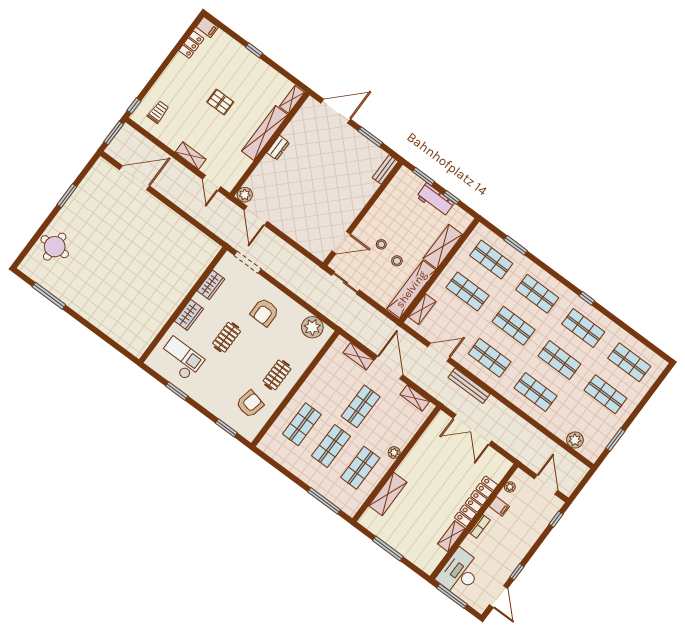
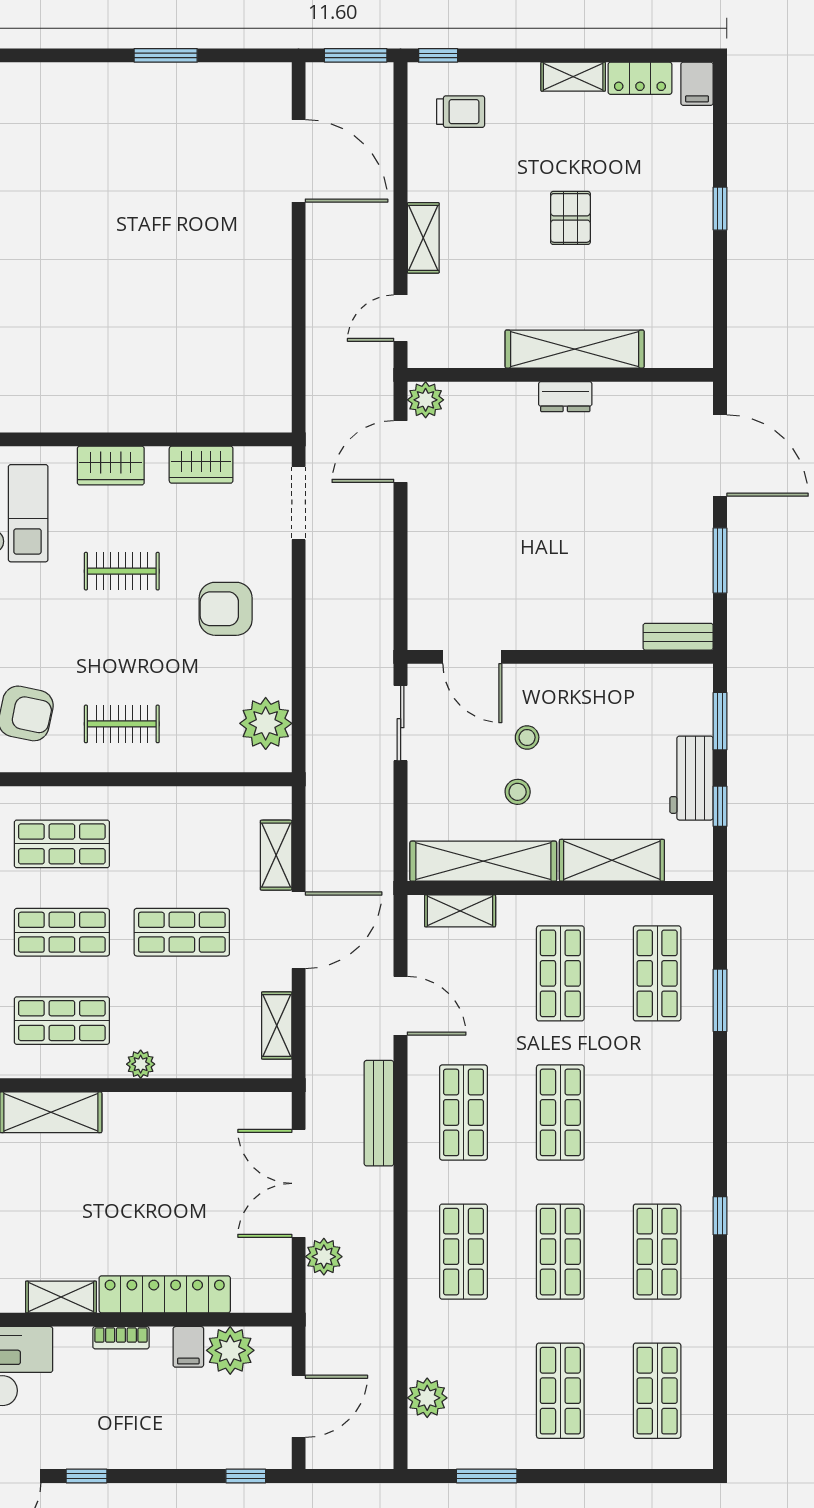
shelving: (292, 99) -> (573, 77), moved
round table: (55, 247) -> (49, 105), removed
shop shelf: (537, 294) -> (657, 1112), removed
plant: (503, 439) -> (324, 1257), added
plant: (510, 487) -> (230, 1350), width x1.87, depth x1.87

